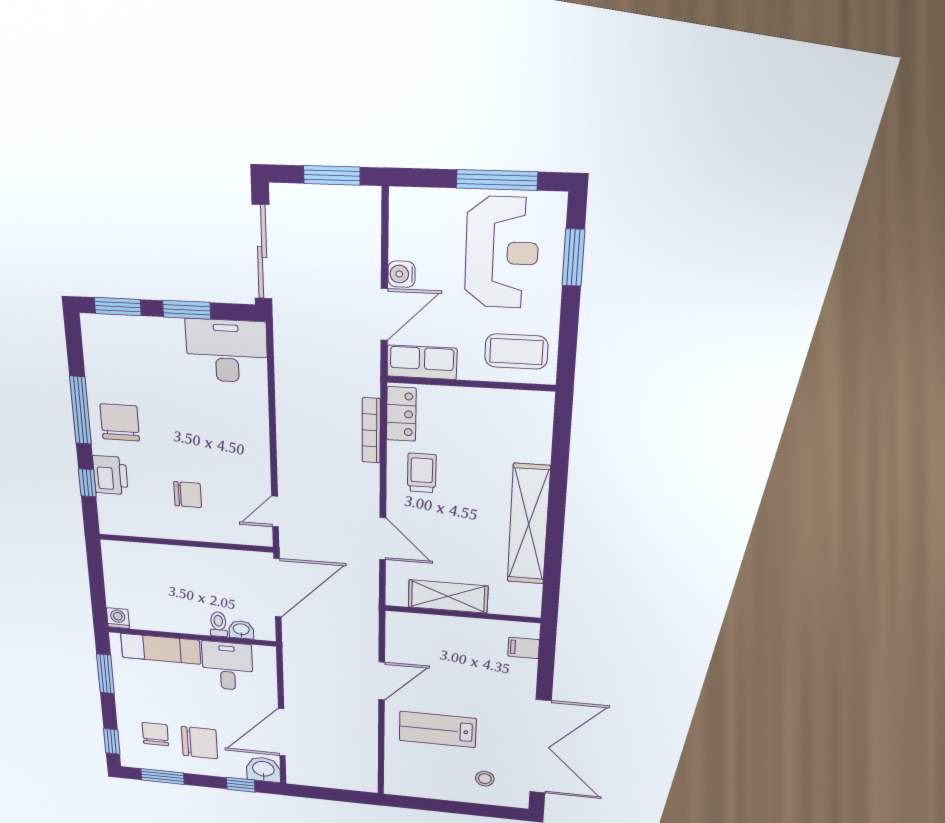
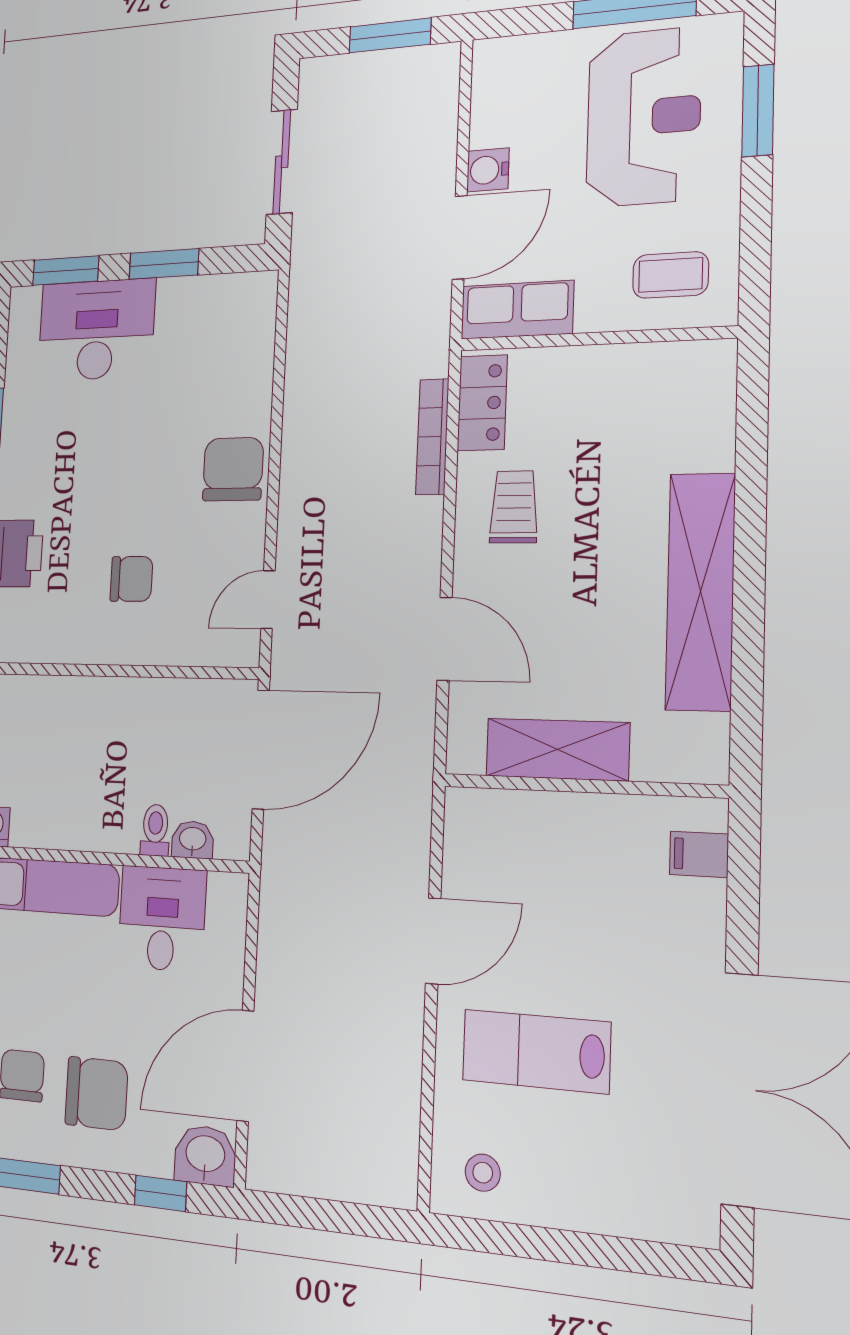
sliding door: (262, 252) -> (282, 162), width x0.73
desk: (227, 351) -> (96, 330), moved
coffee table: (516, 351) -> (671, 275), width x0.73, depth x0.77
chair: (120, 422) -> (233, 469), moved
stool: (485, 779) -> (483, 1173), moved

